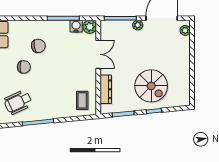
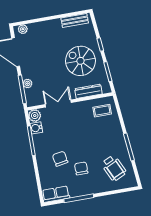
plant: (138, 25) -> (27, 84), moved
spiral stairs: (151, 86) -> (80, 61), moved, turned -90
bench: (185, 88) -> (75, 20), added

